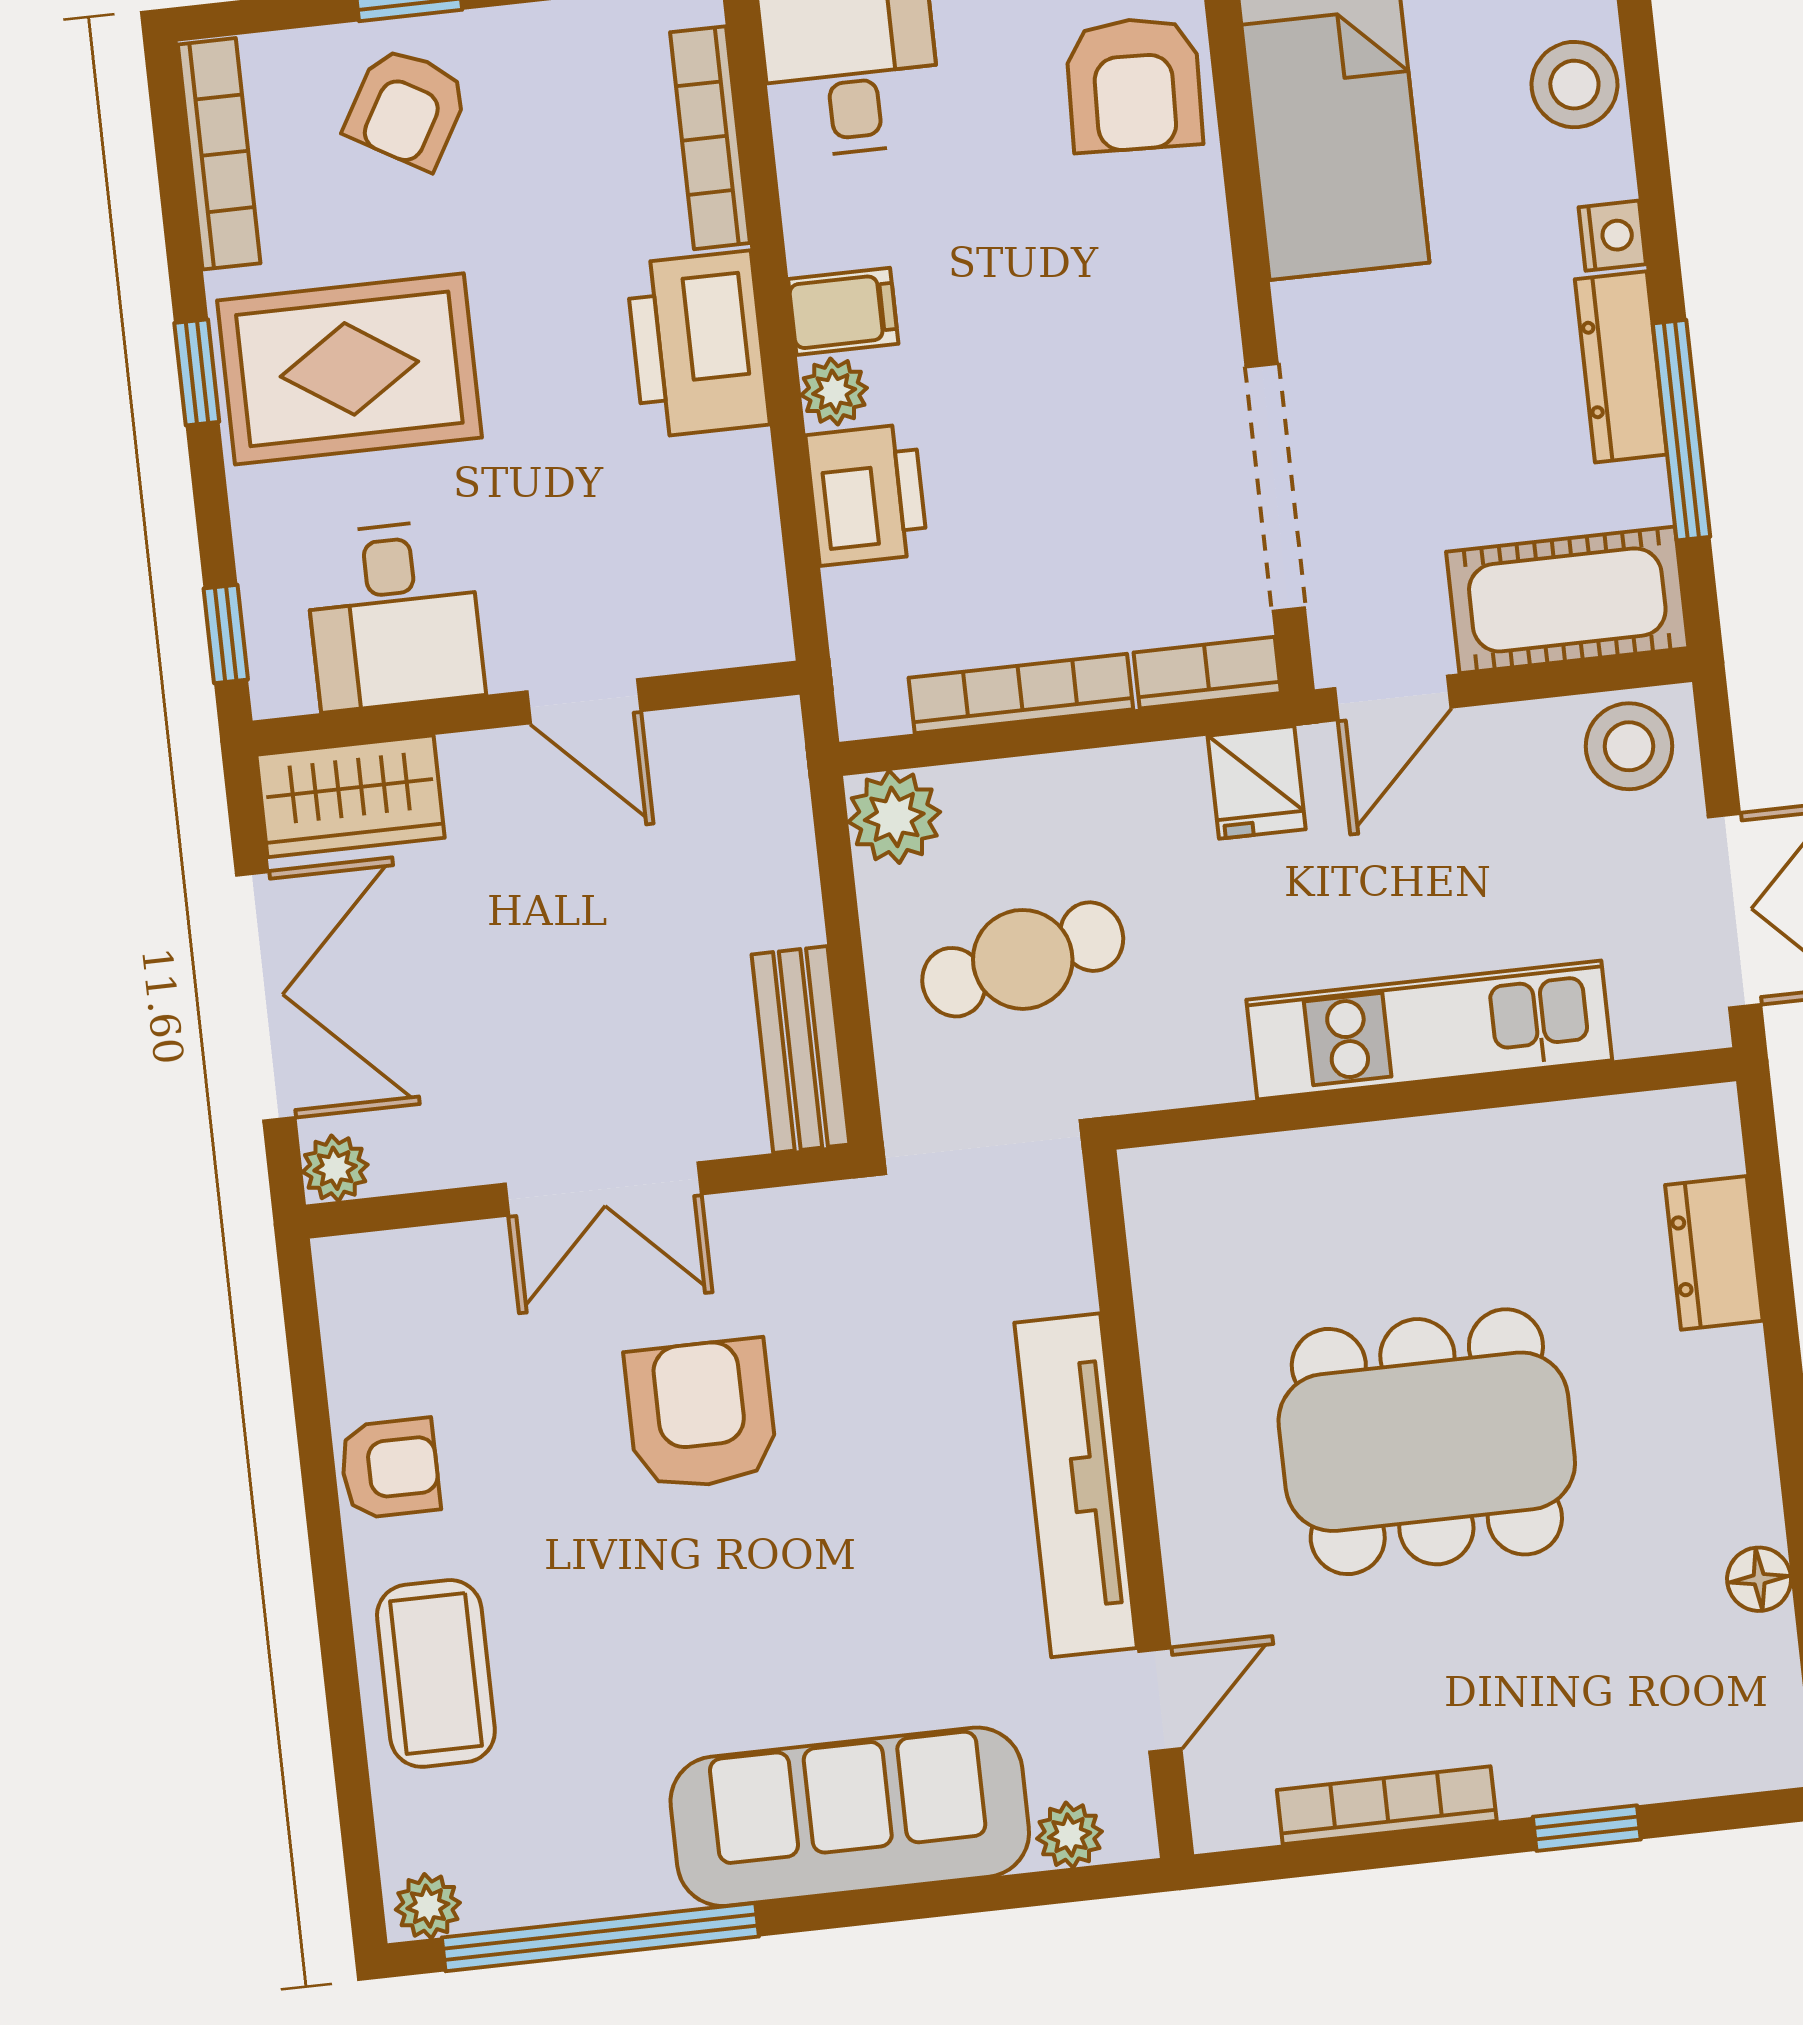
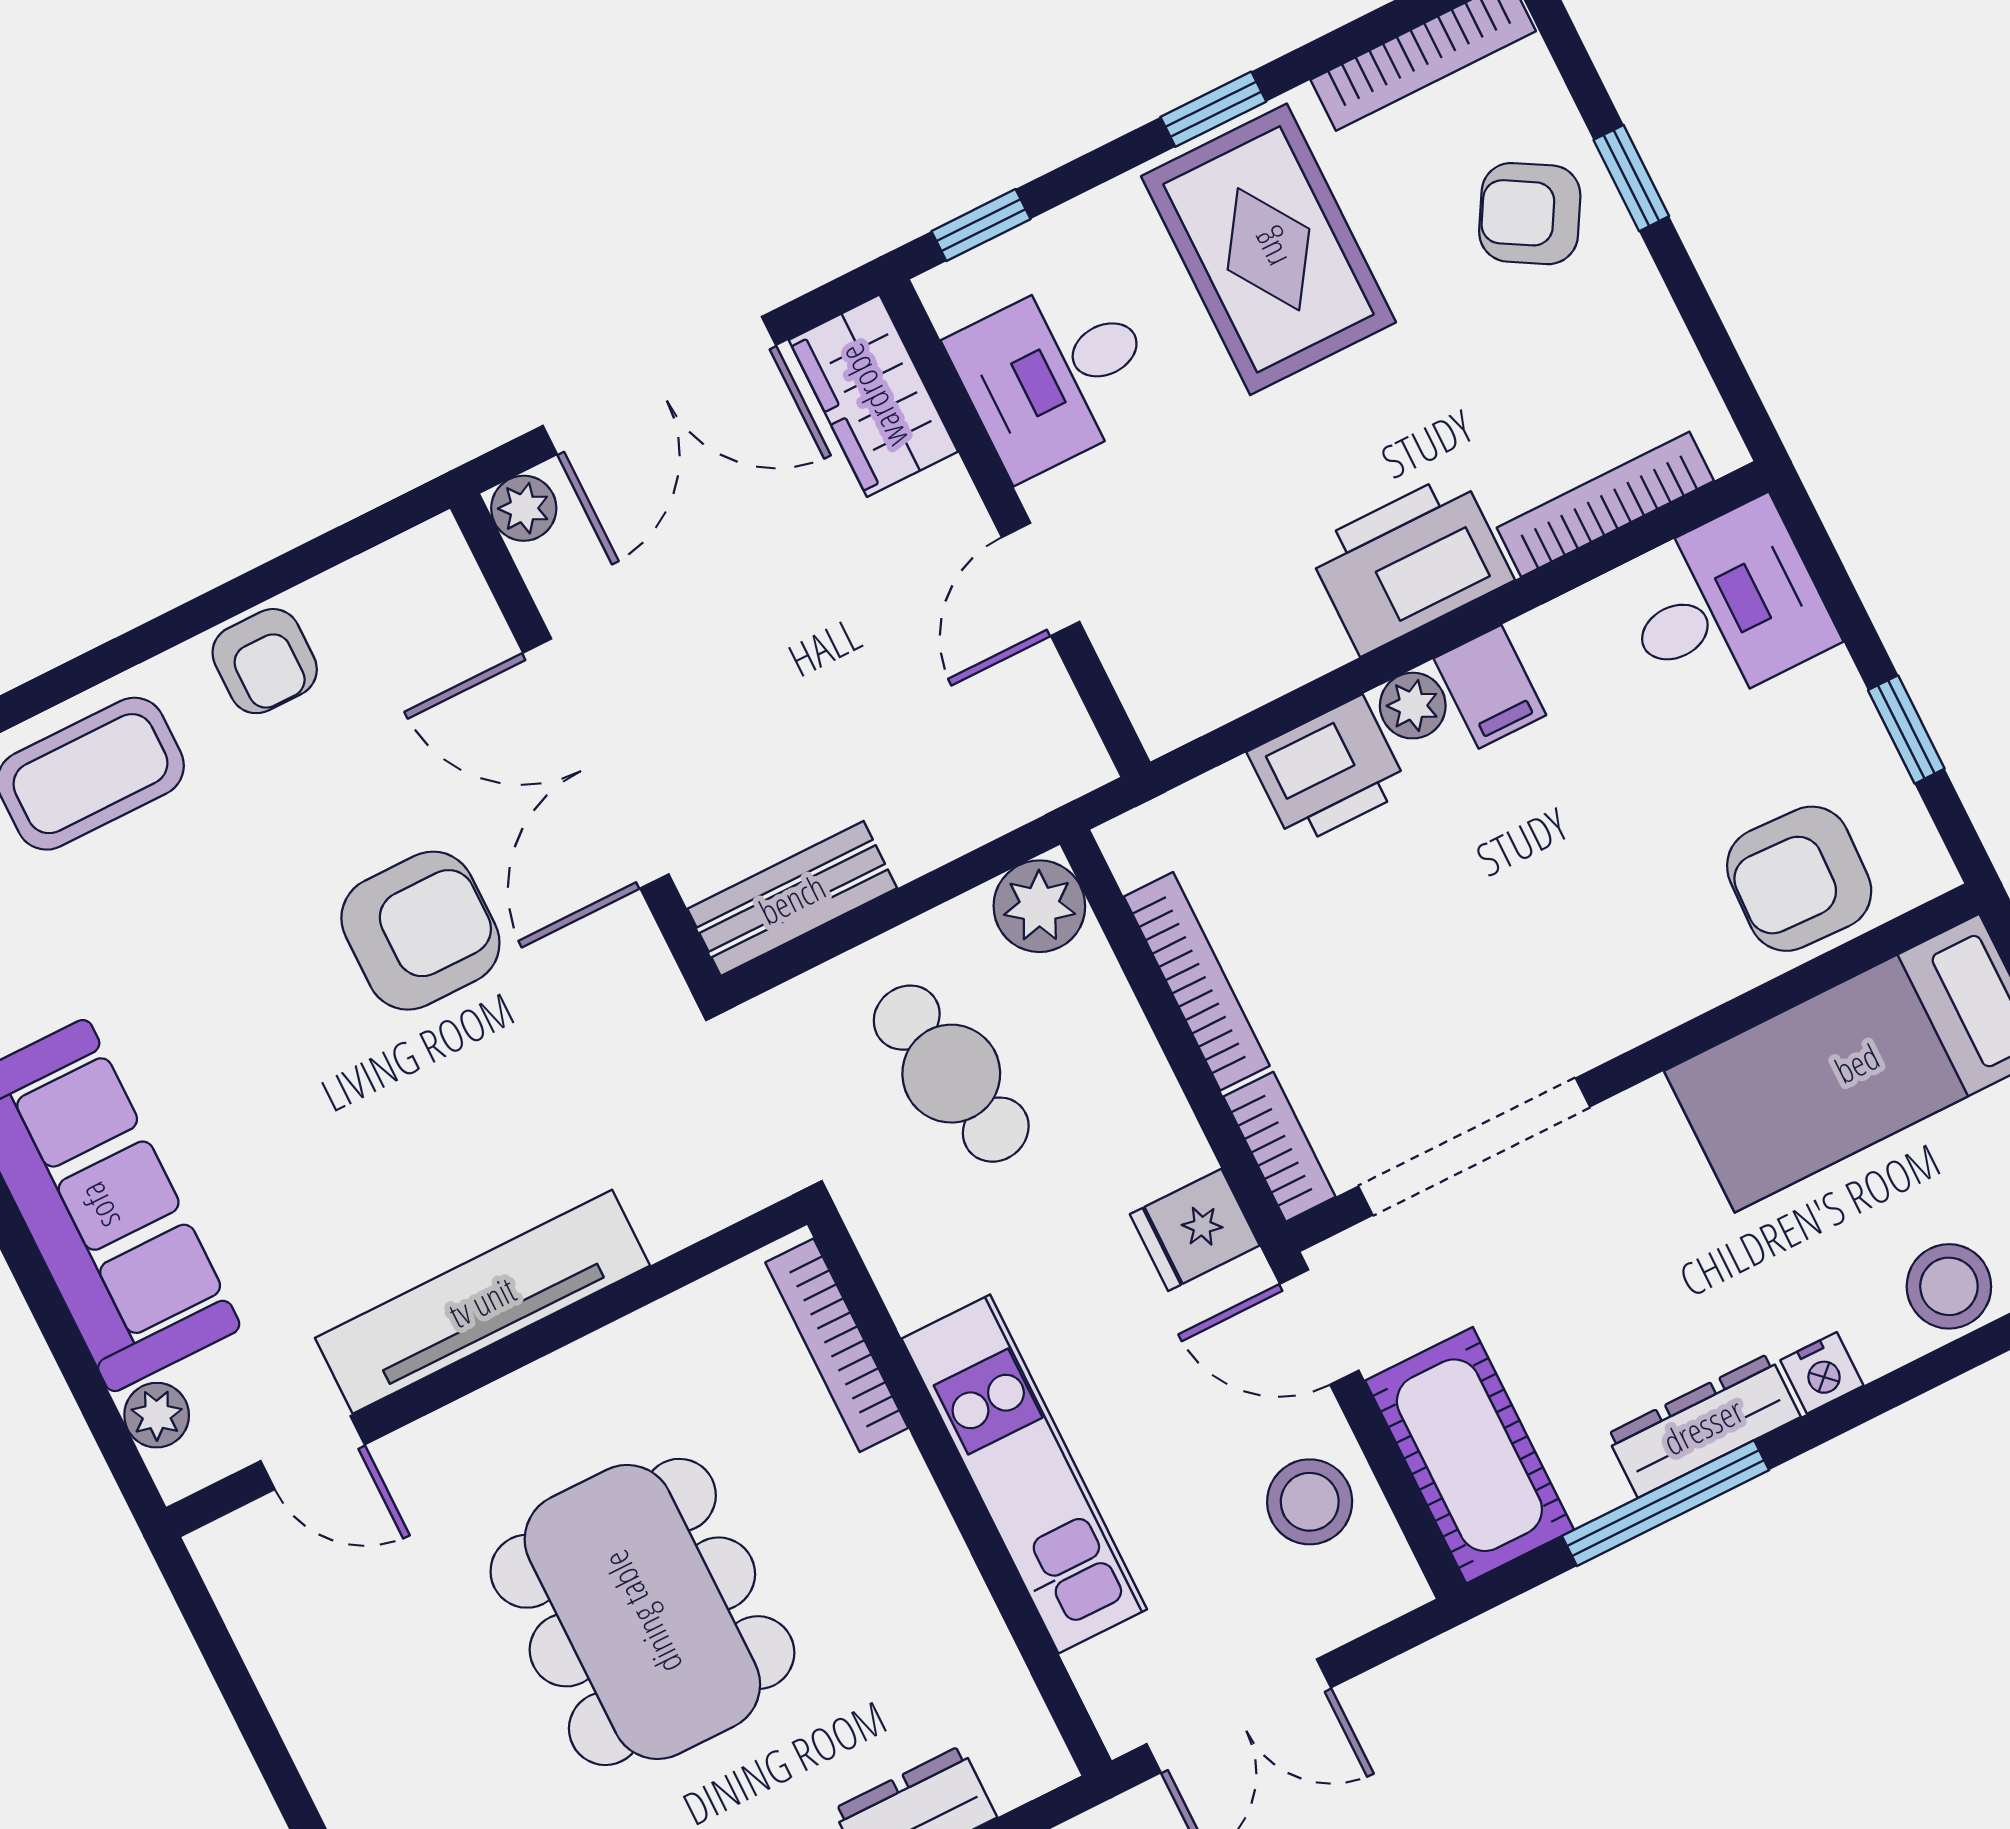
stool: (1629, 746) -> (1310, 1502), moved
double door: (603, 1189) -> (596, 764), width x1.37
bookcase: (1387, 1805) -> (837, 1345), moved, turned 180

